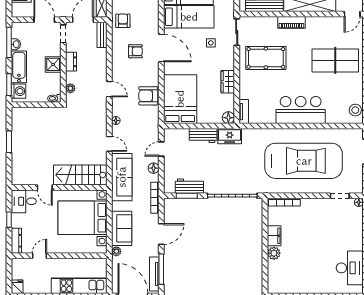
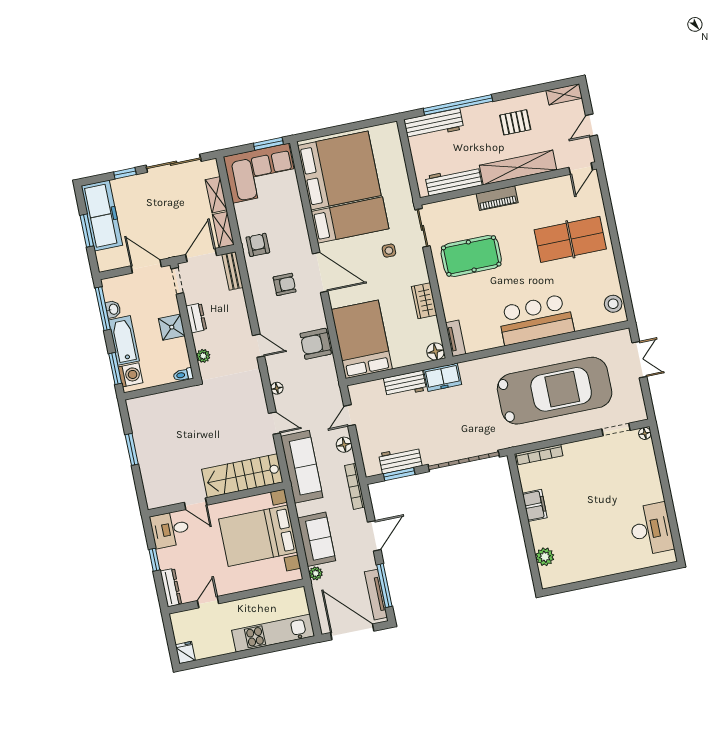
plant: (274, 253) -> (545, 557), moved

